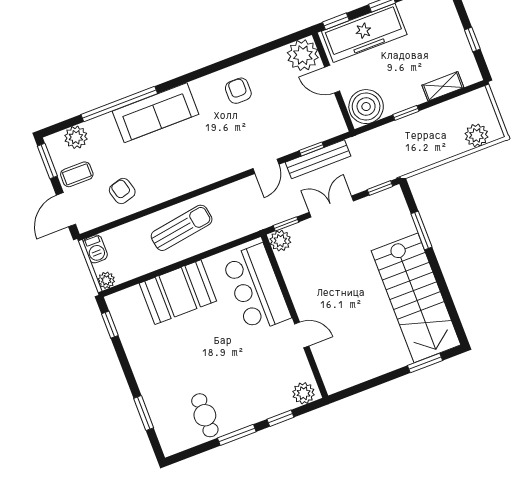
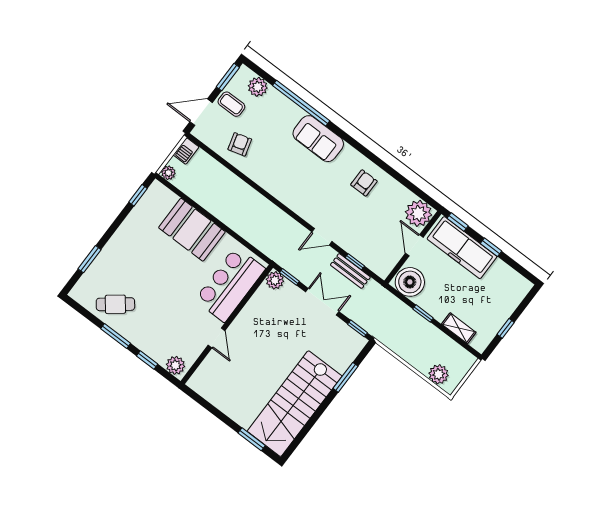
sofa: (156, 113) -> (318, 139), width x0.73
bench: (318, 159) -> (350, 271), width x0.73
sun lounger: (182, 228) -> (240, 203), removed
cafe table: (205, 415) -> (115, 304), turned 52

